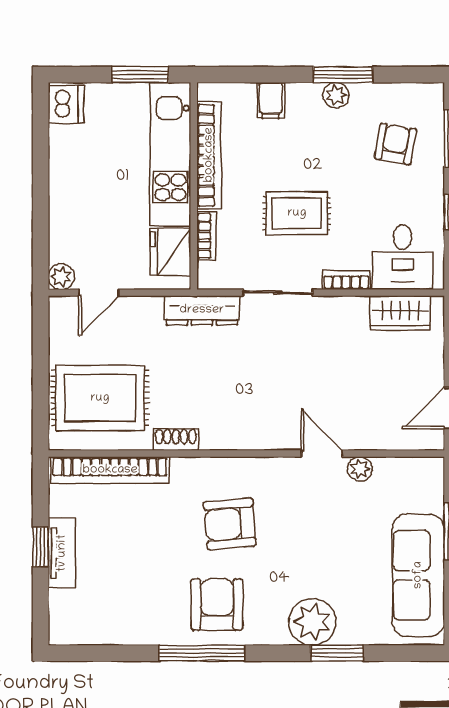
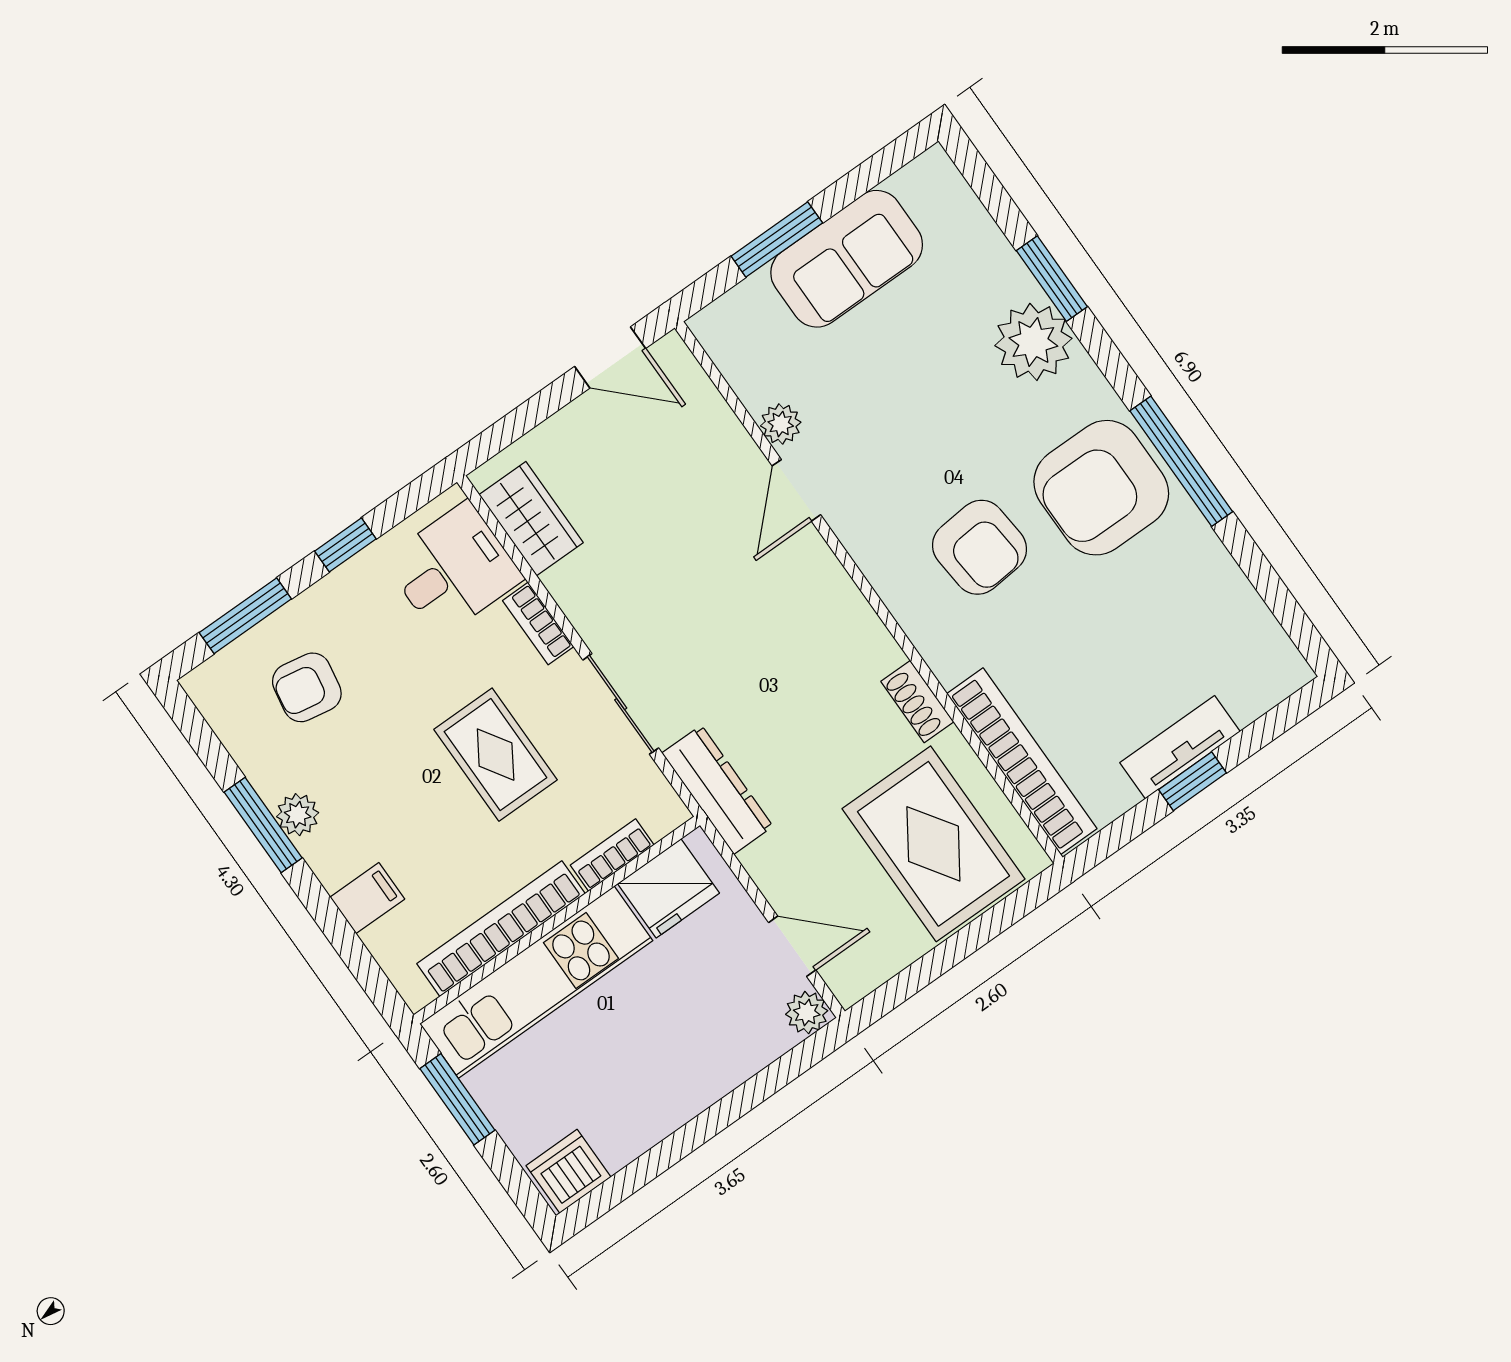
sofa: (418, 575) -> (847, 259), width x0.73
armchair: (217, 605) -> (1101, 488), width x1.36, depth x1.36

